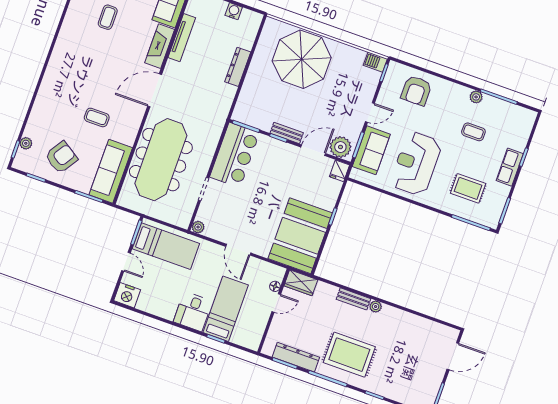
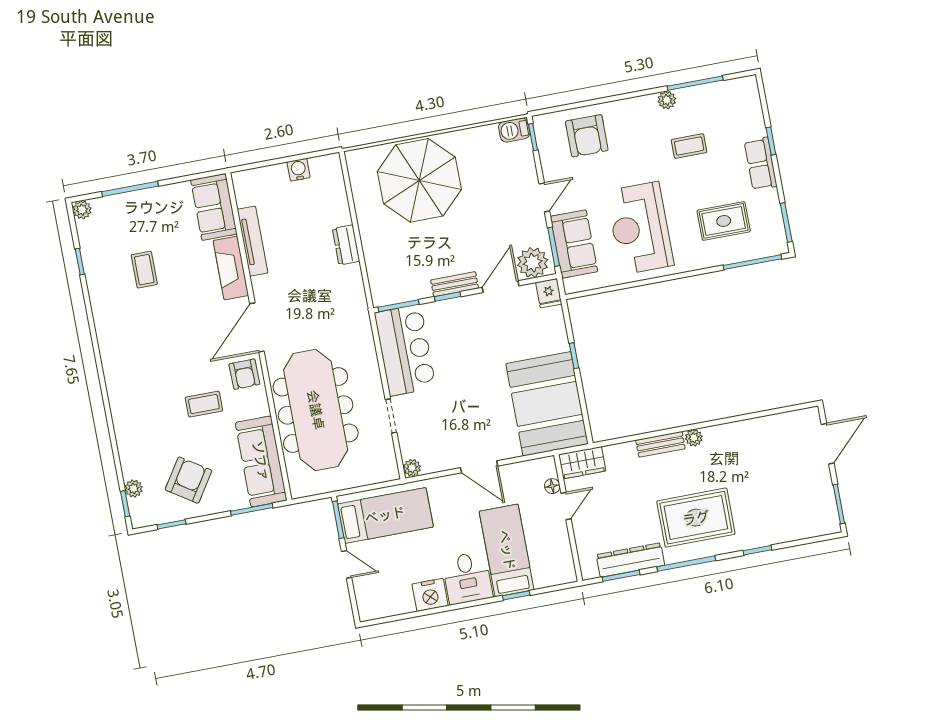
dresser: (238, 67) -> (346, 245), width x0.70
armchair: (131, 114) -> (244, 374), added
nightstand: (127, 295) -> (430, 595), moved

